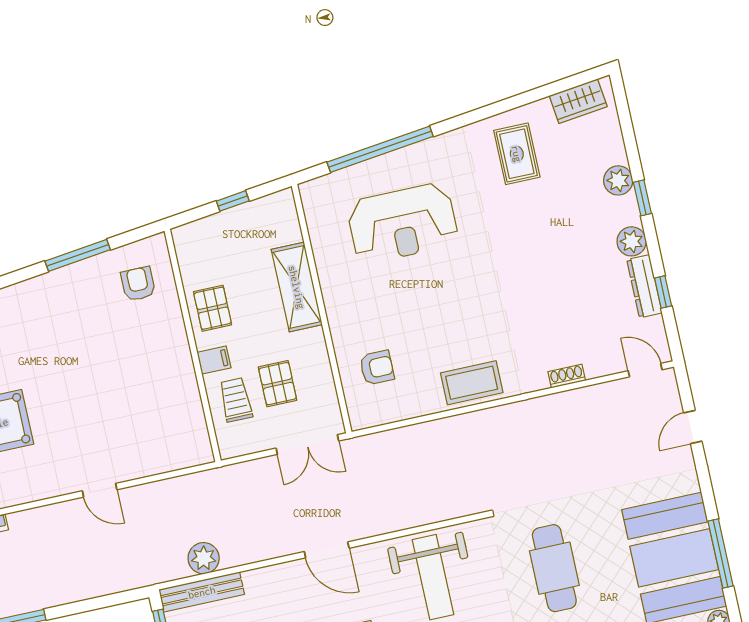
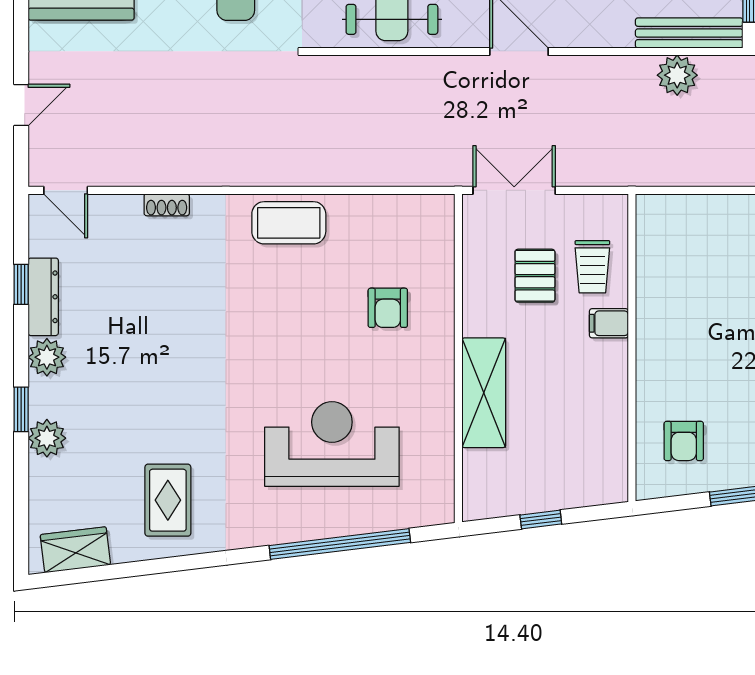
pallet: (213, 308) -> (596, 389), removed
armchair: (377, 368) -> (388, 308), moved, turned -90

